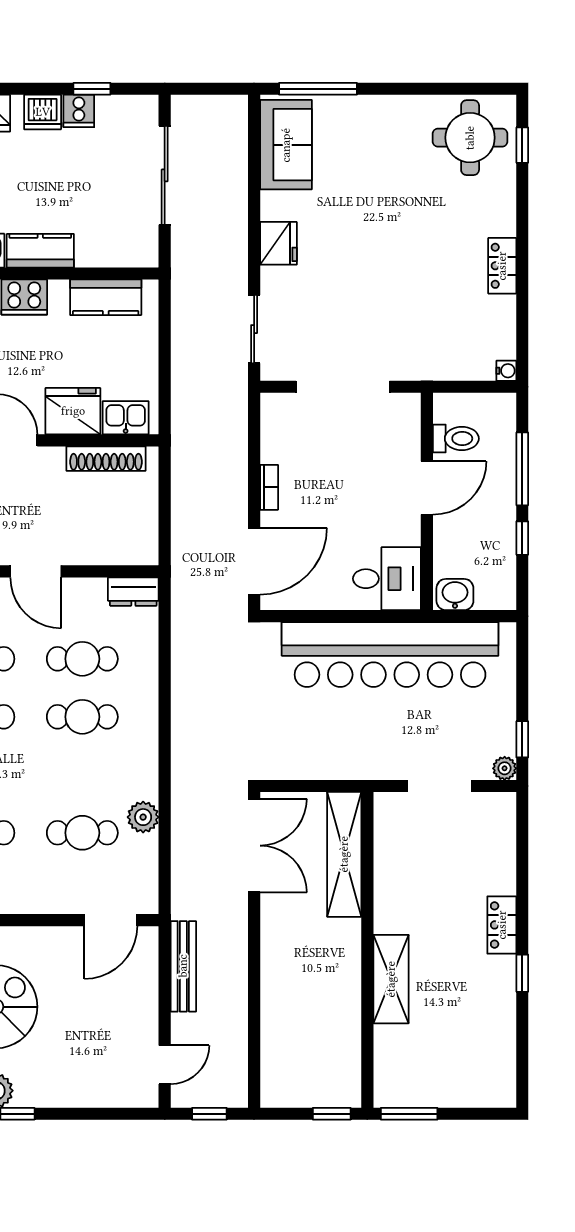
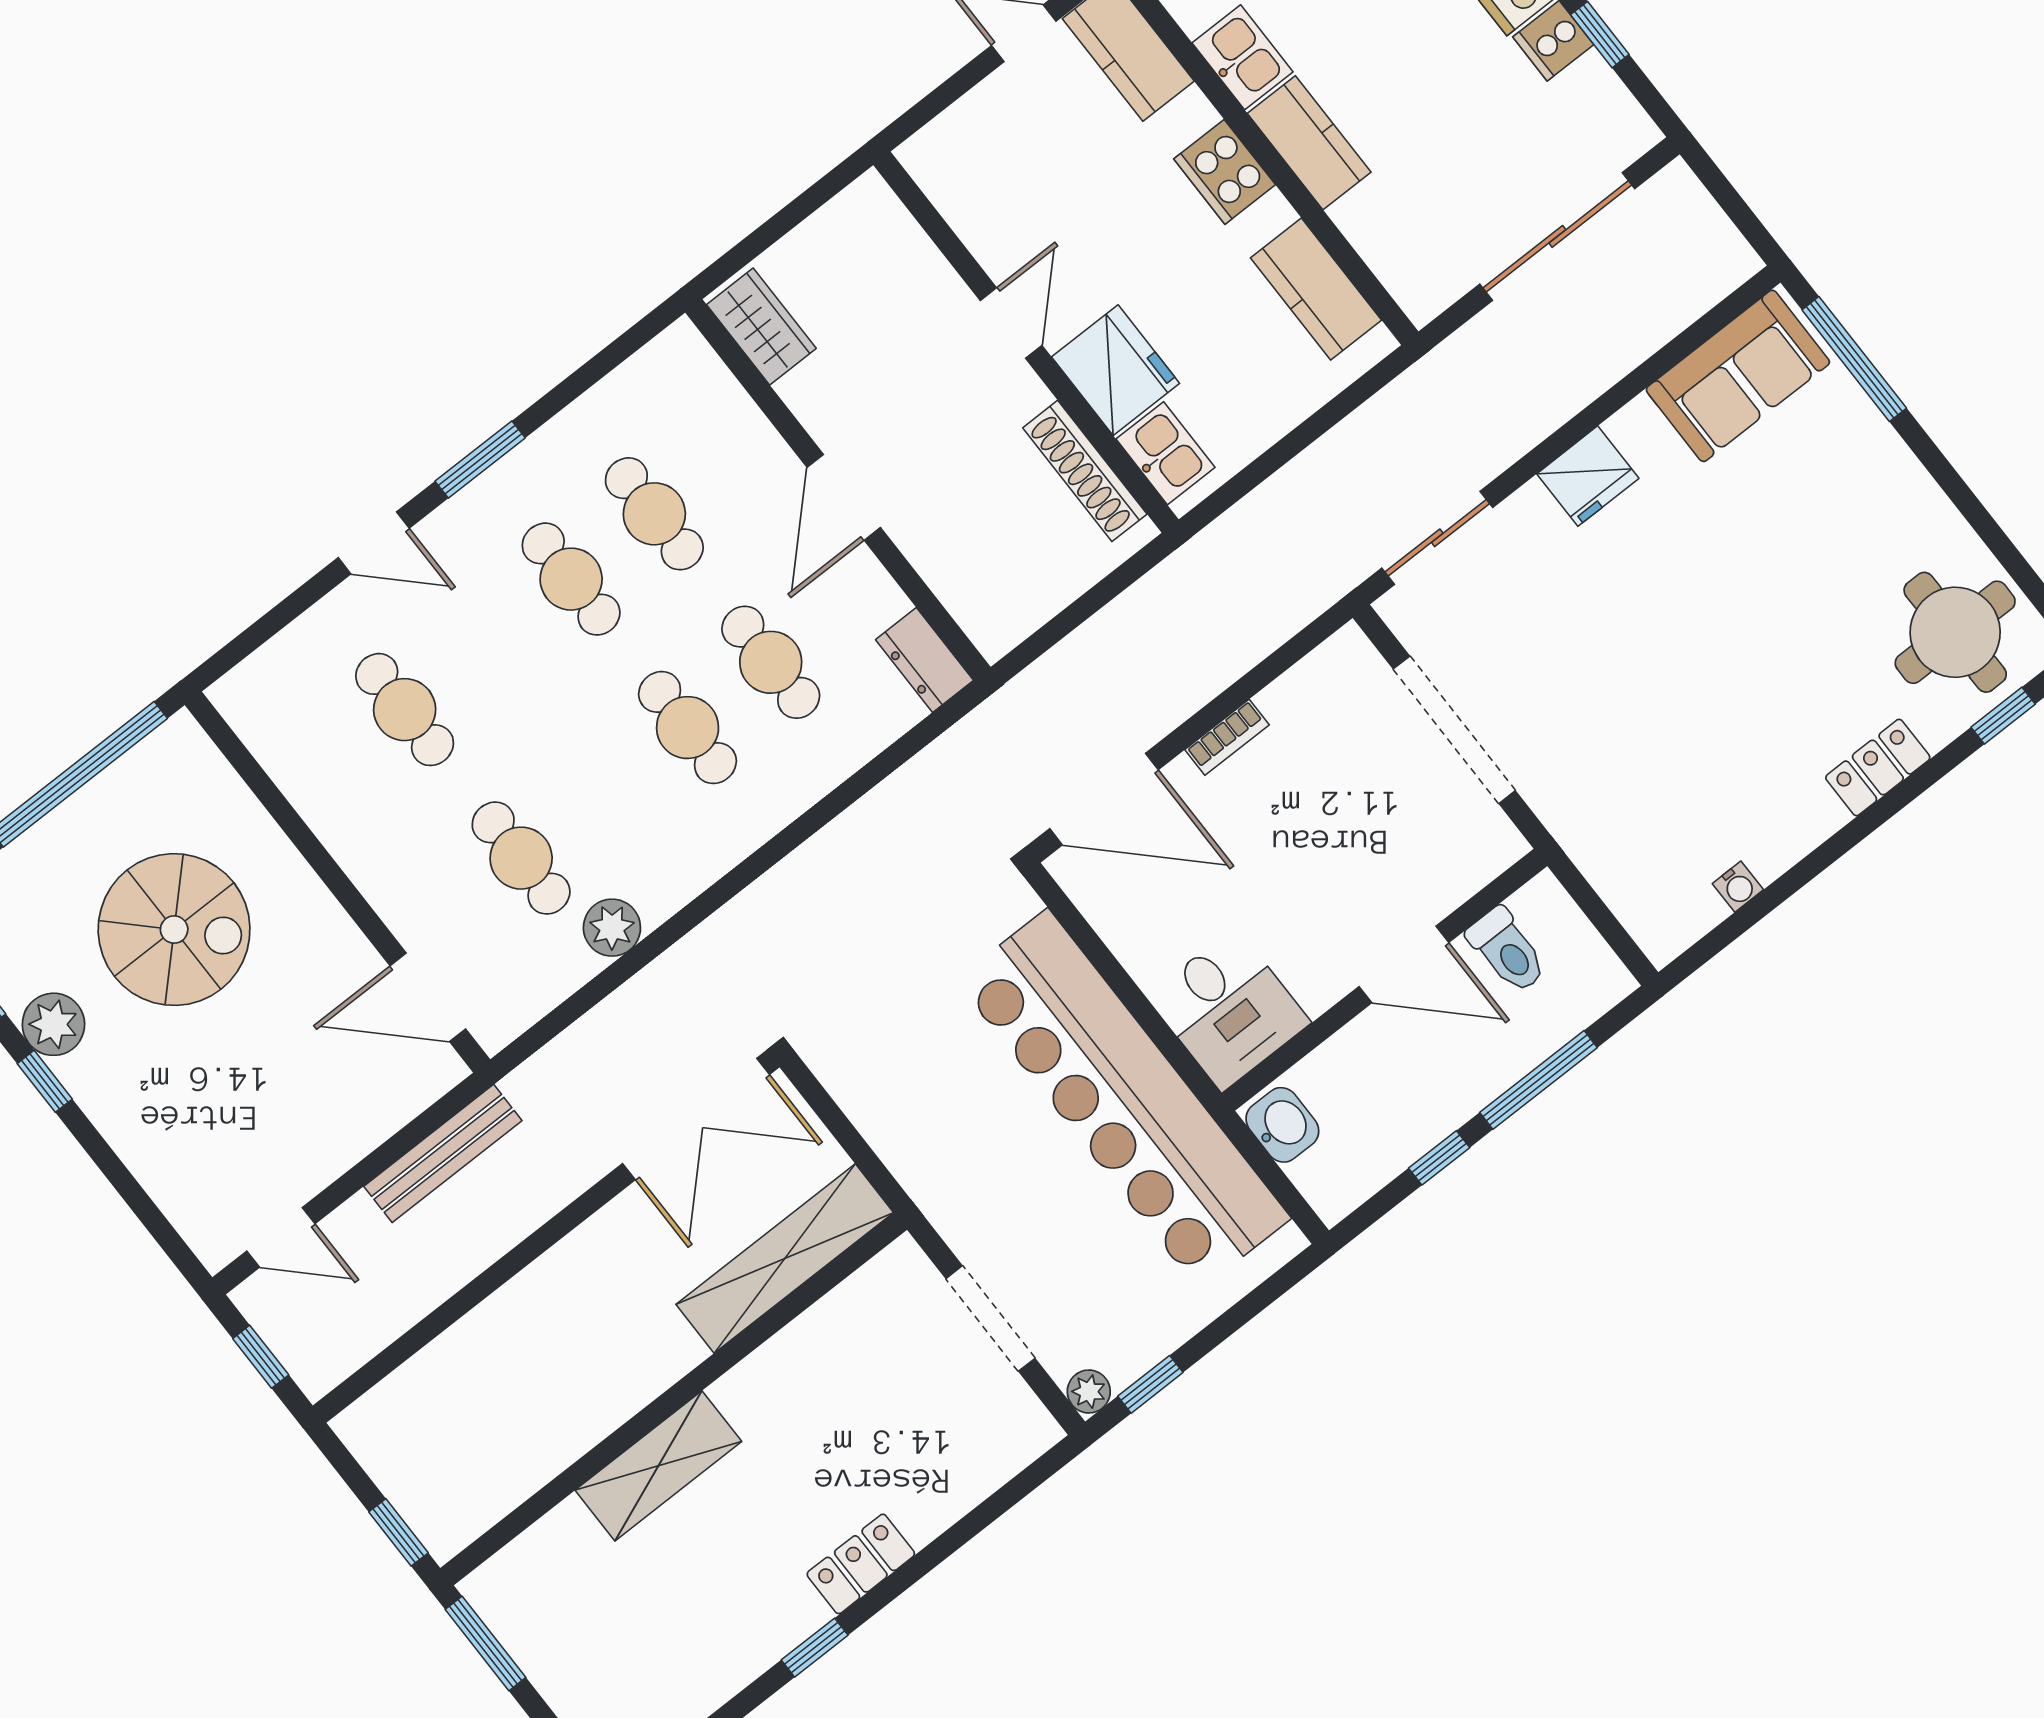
locker: (502, 266) -> (1878, 768), moved
water cooler: (506, 371) -> (1738, 887), moved

